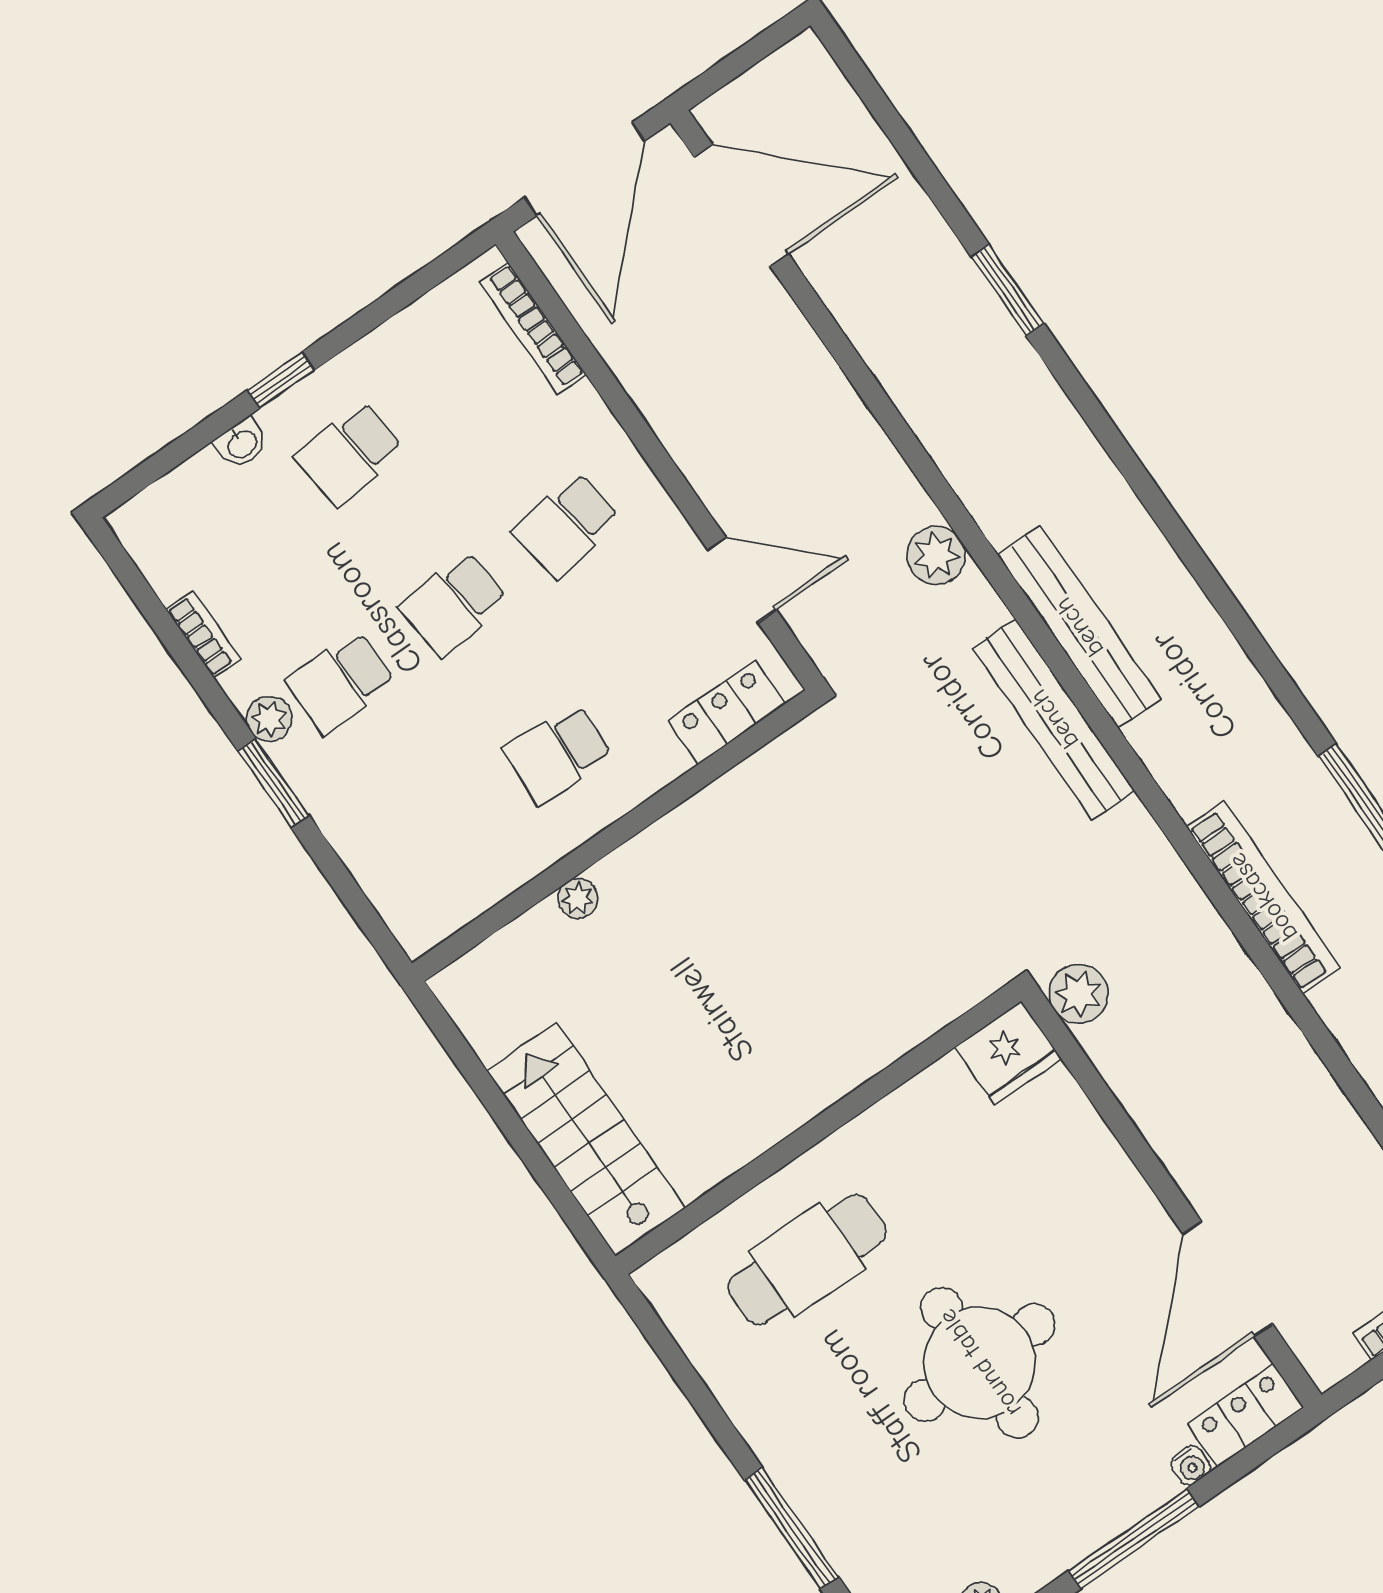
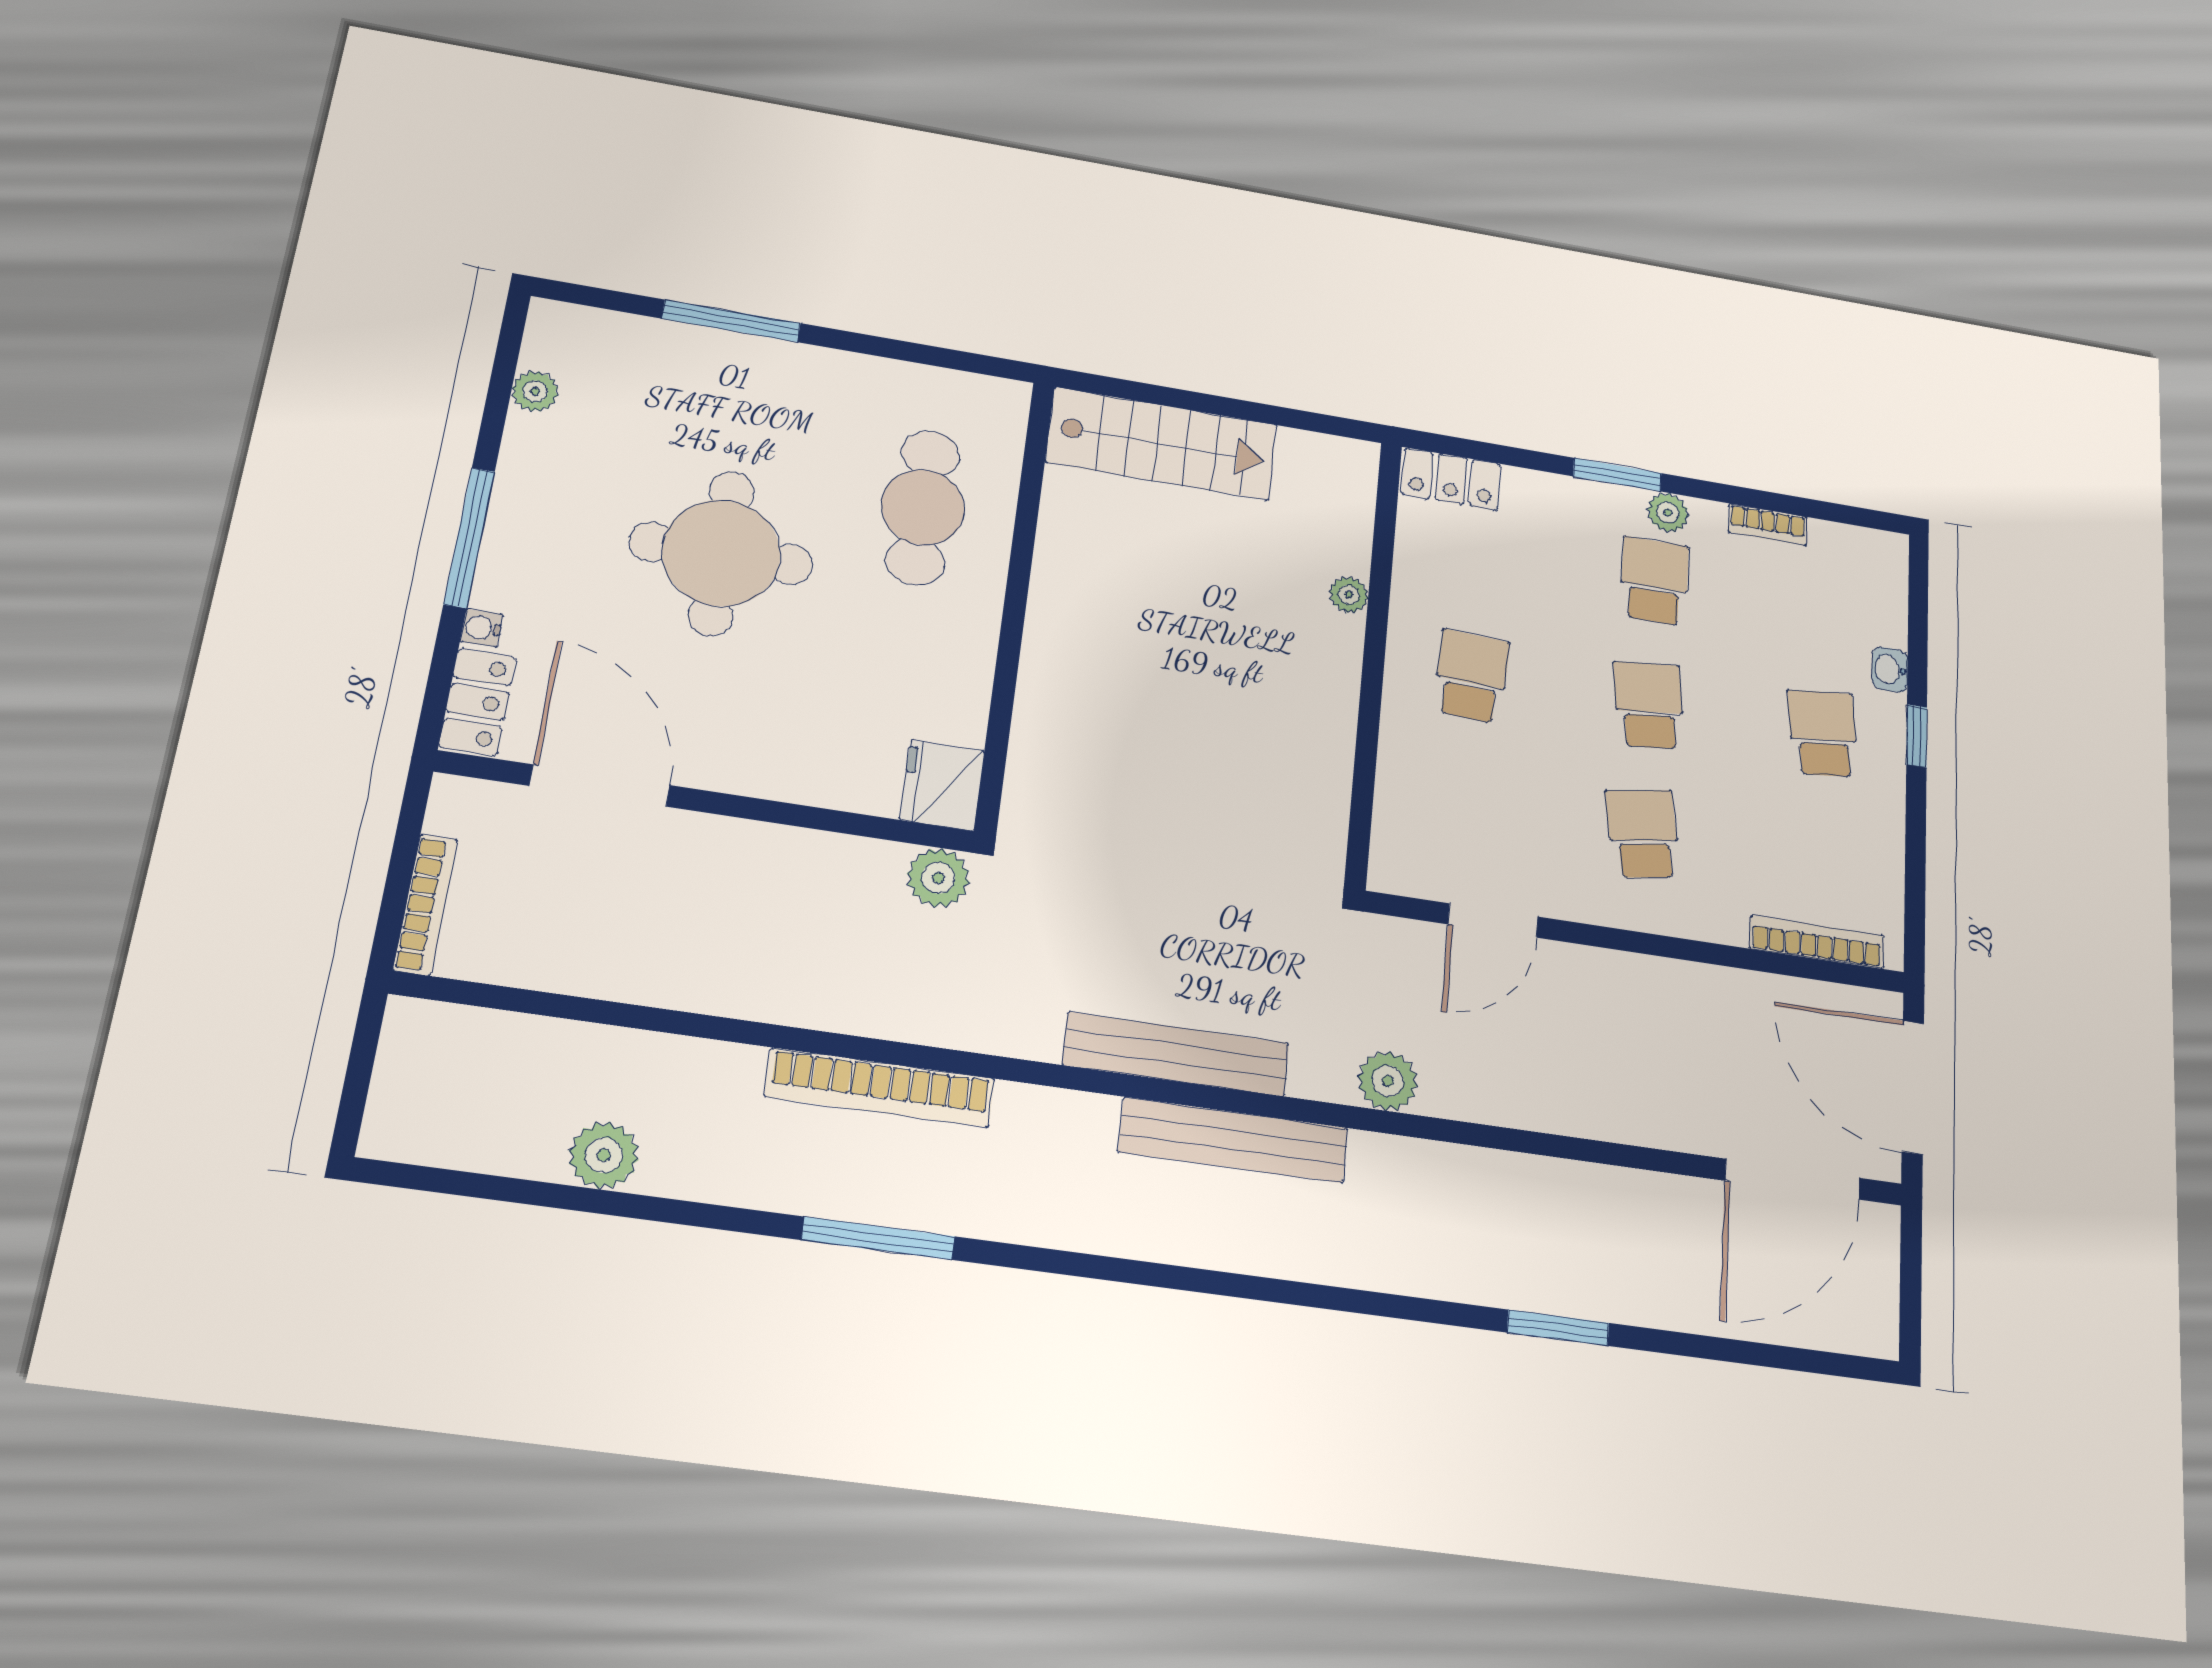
locker: (727, 712) -> (1451, 479), moved, turned 90

